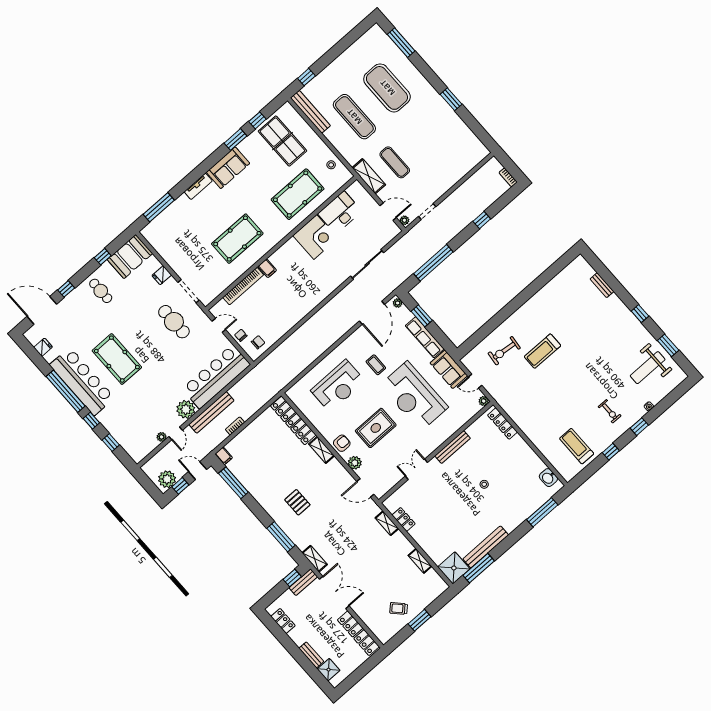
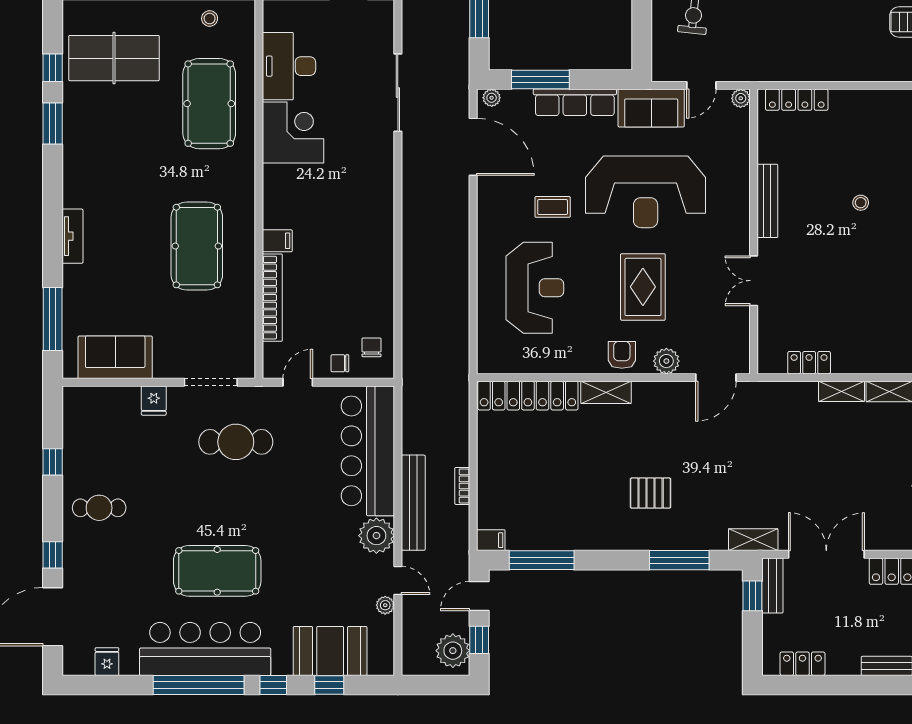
sofa: (228, 168) -> (115, 357), moved, turned -90
booth: (130, 256) -> (330, 651), moved, turned 90
window: (422, 316) -> (540, 80), width x1.44
shelving: (387, 523) -> (841, 391), moved

